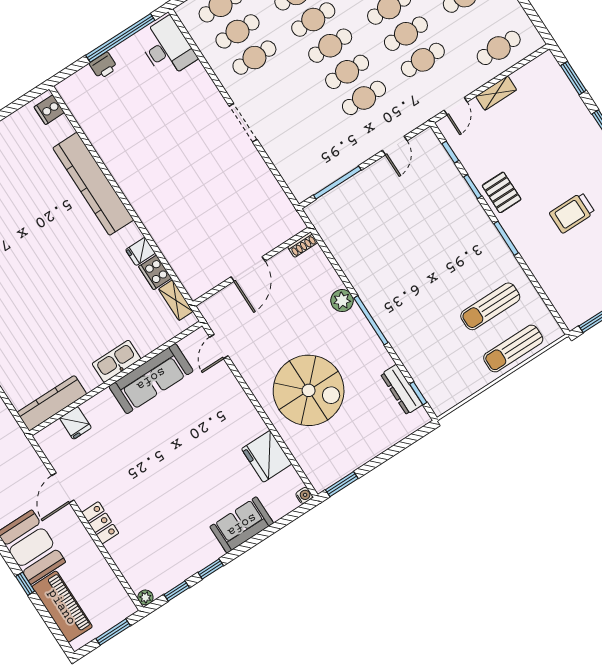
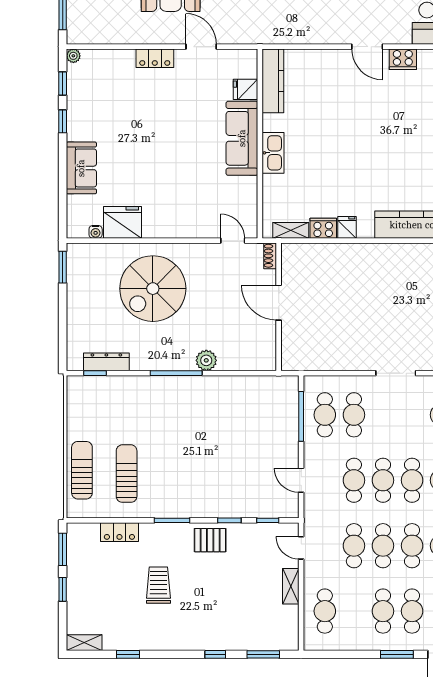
cafe table: (305, 136) -> (354, 415), added
cafe table: (322, 162) -> (325, 415), added
shoe rack: (303, 245) -> (270, 256), moved
locker: (547, 279) -> (119, 532), added
sofa: (151, 379) -> (242, 138), moved
water cooler: (304, 495) -> (96, 232), moved

